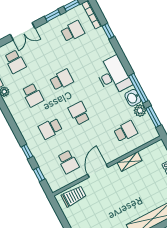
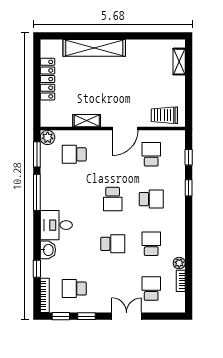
desk: (113, 76) -> (56, 225), width x0.73
school desk: (61, 80) -> (113, 244), turned 180
washbasin: (133, 98) -> (48, 250), moved
plant: (140, 111) -> (48, 137), moved

